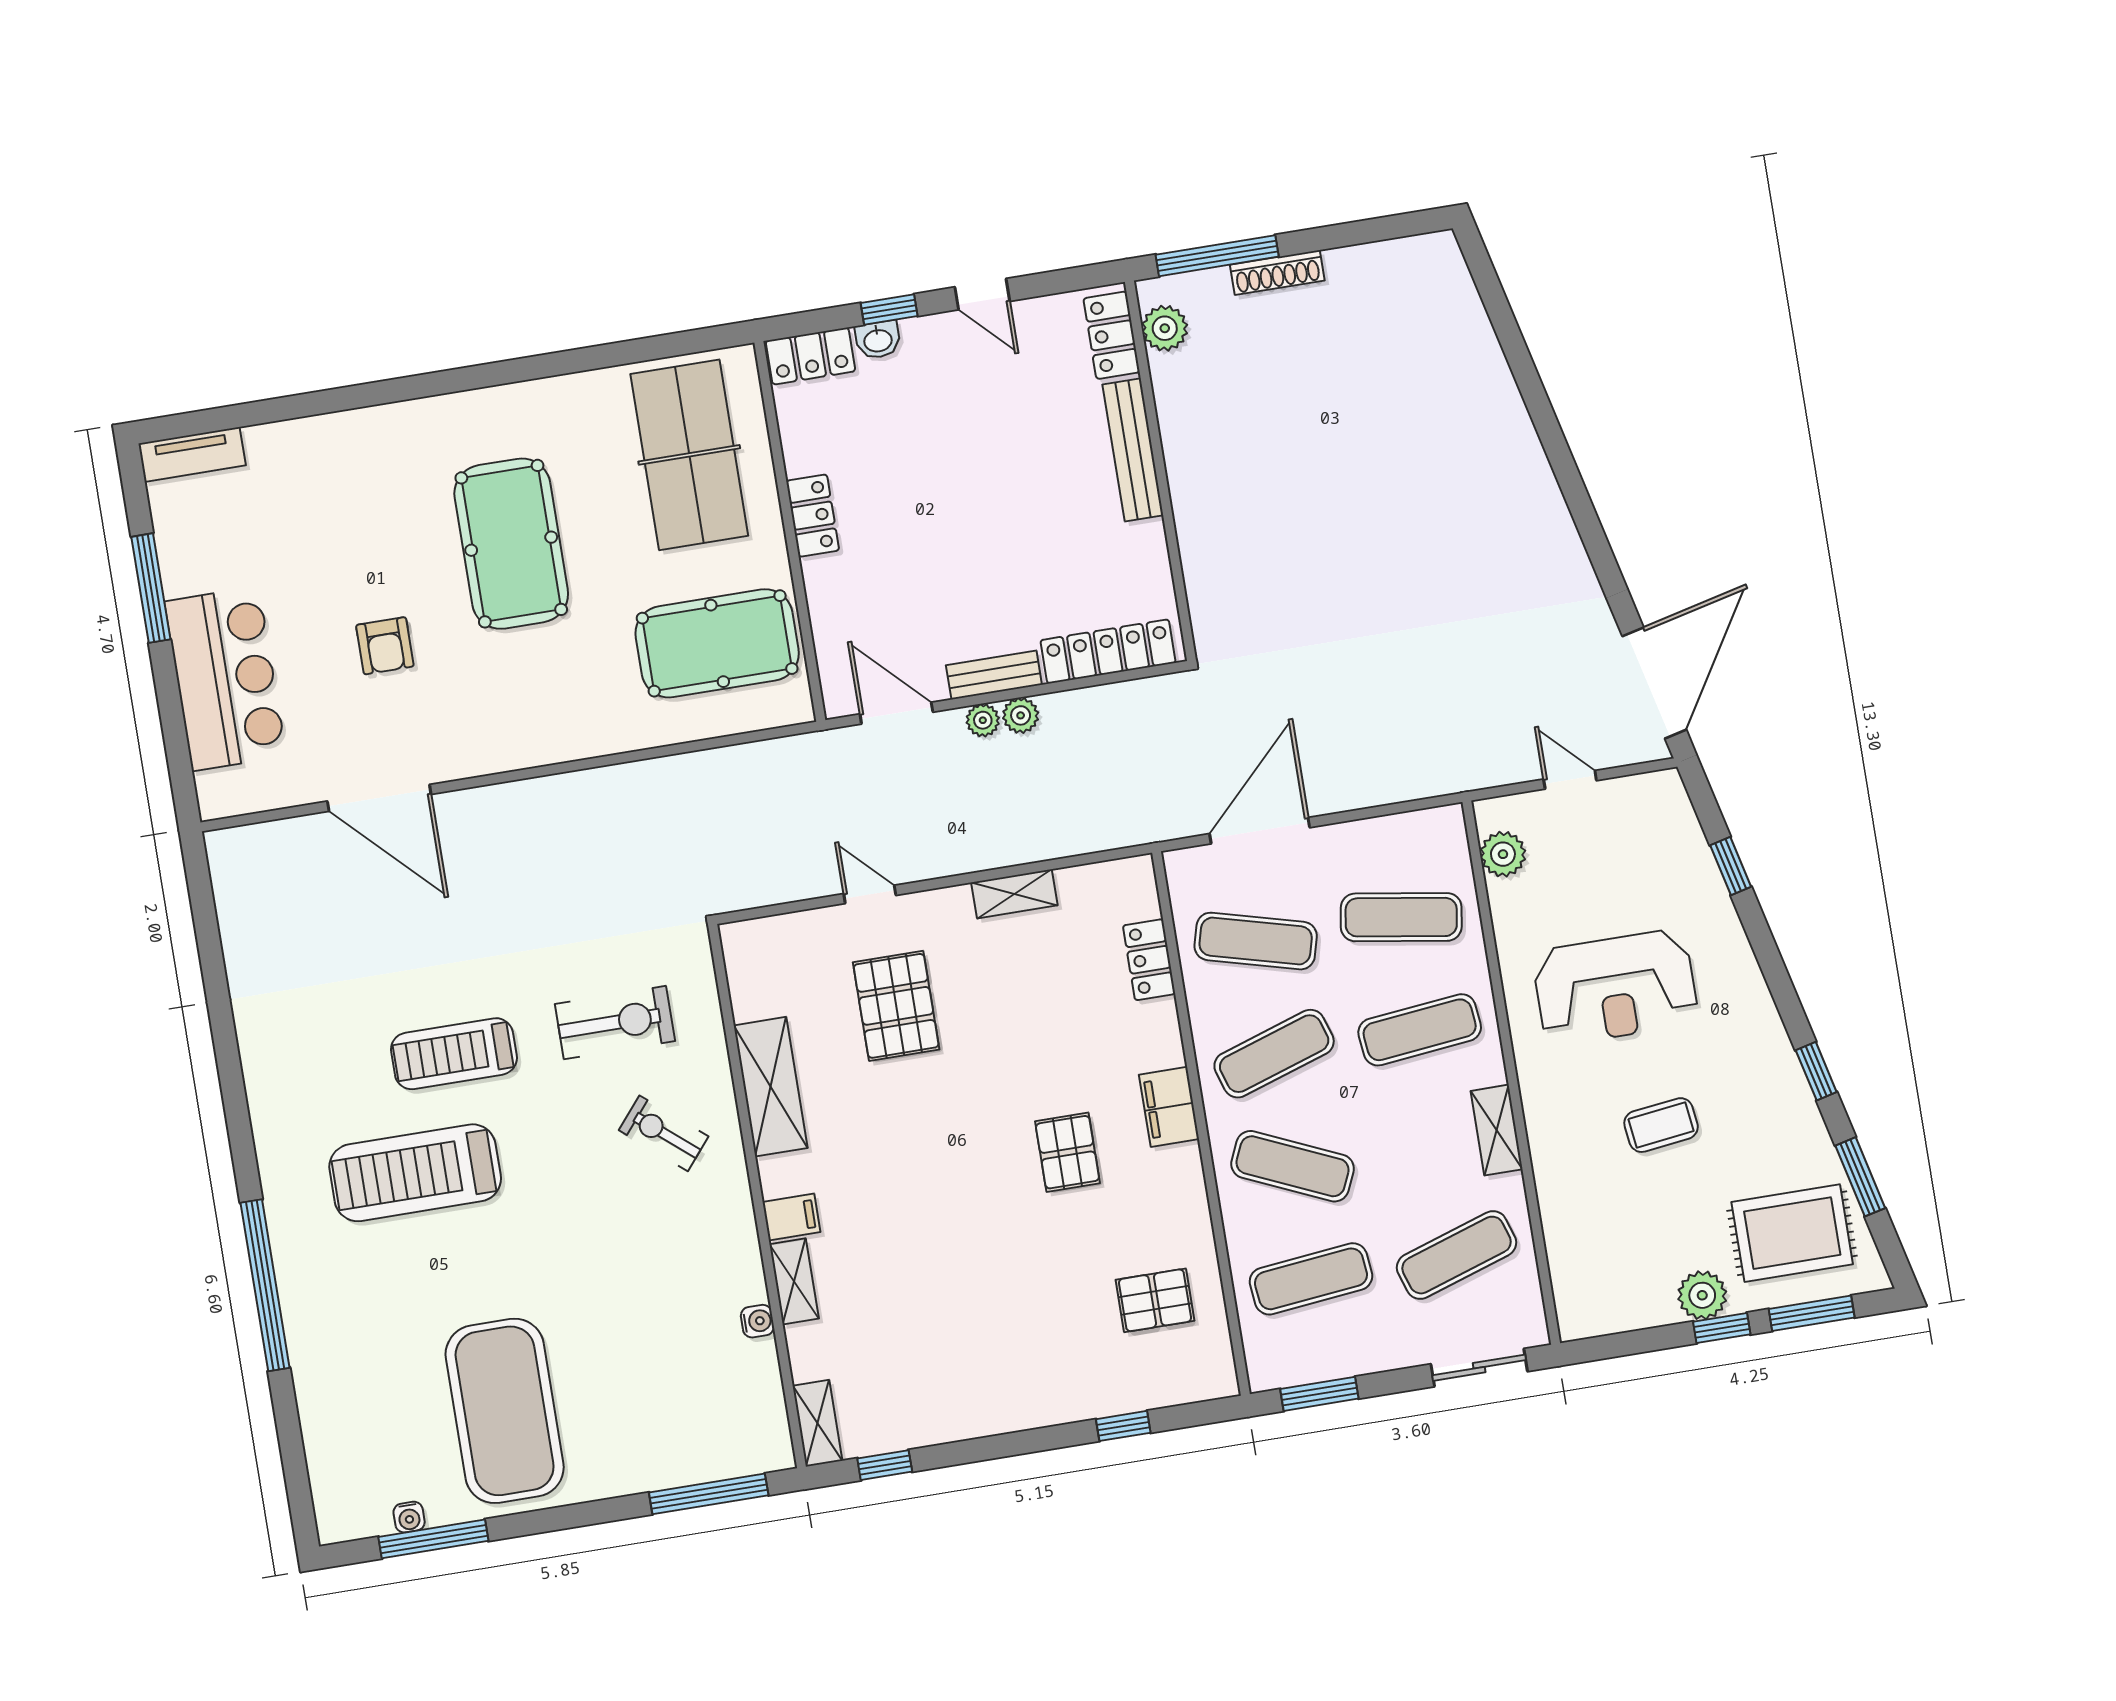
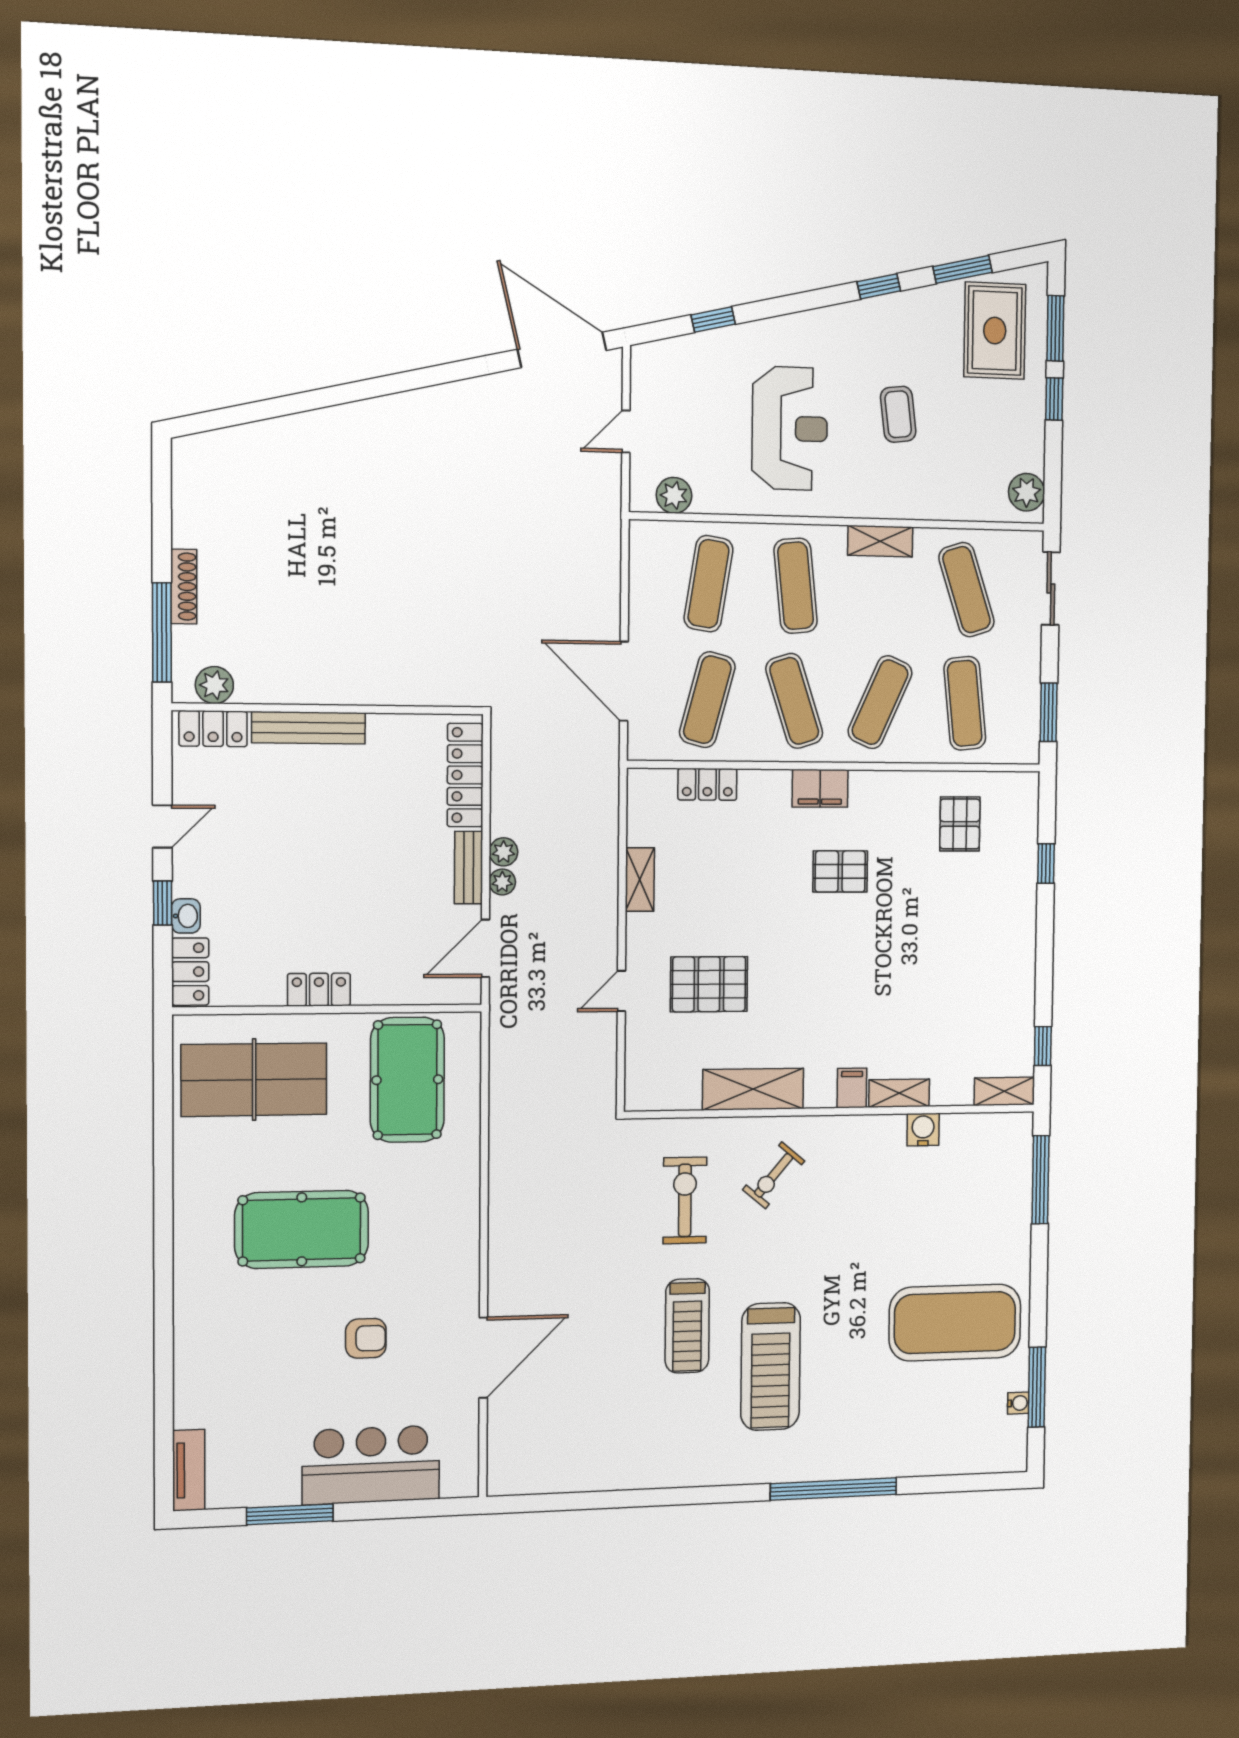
plant: (1702, 1295) -> (1027, 492), moved
water cooler: (757, 1321) -> (923, 1130), width x1.38, depth x1.38

